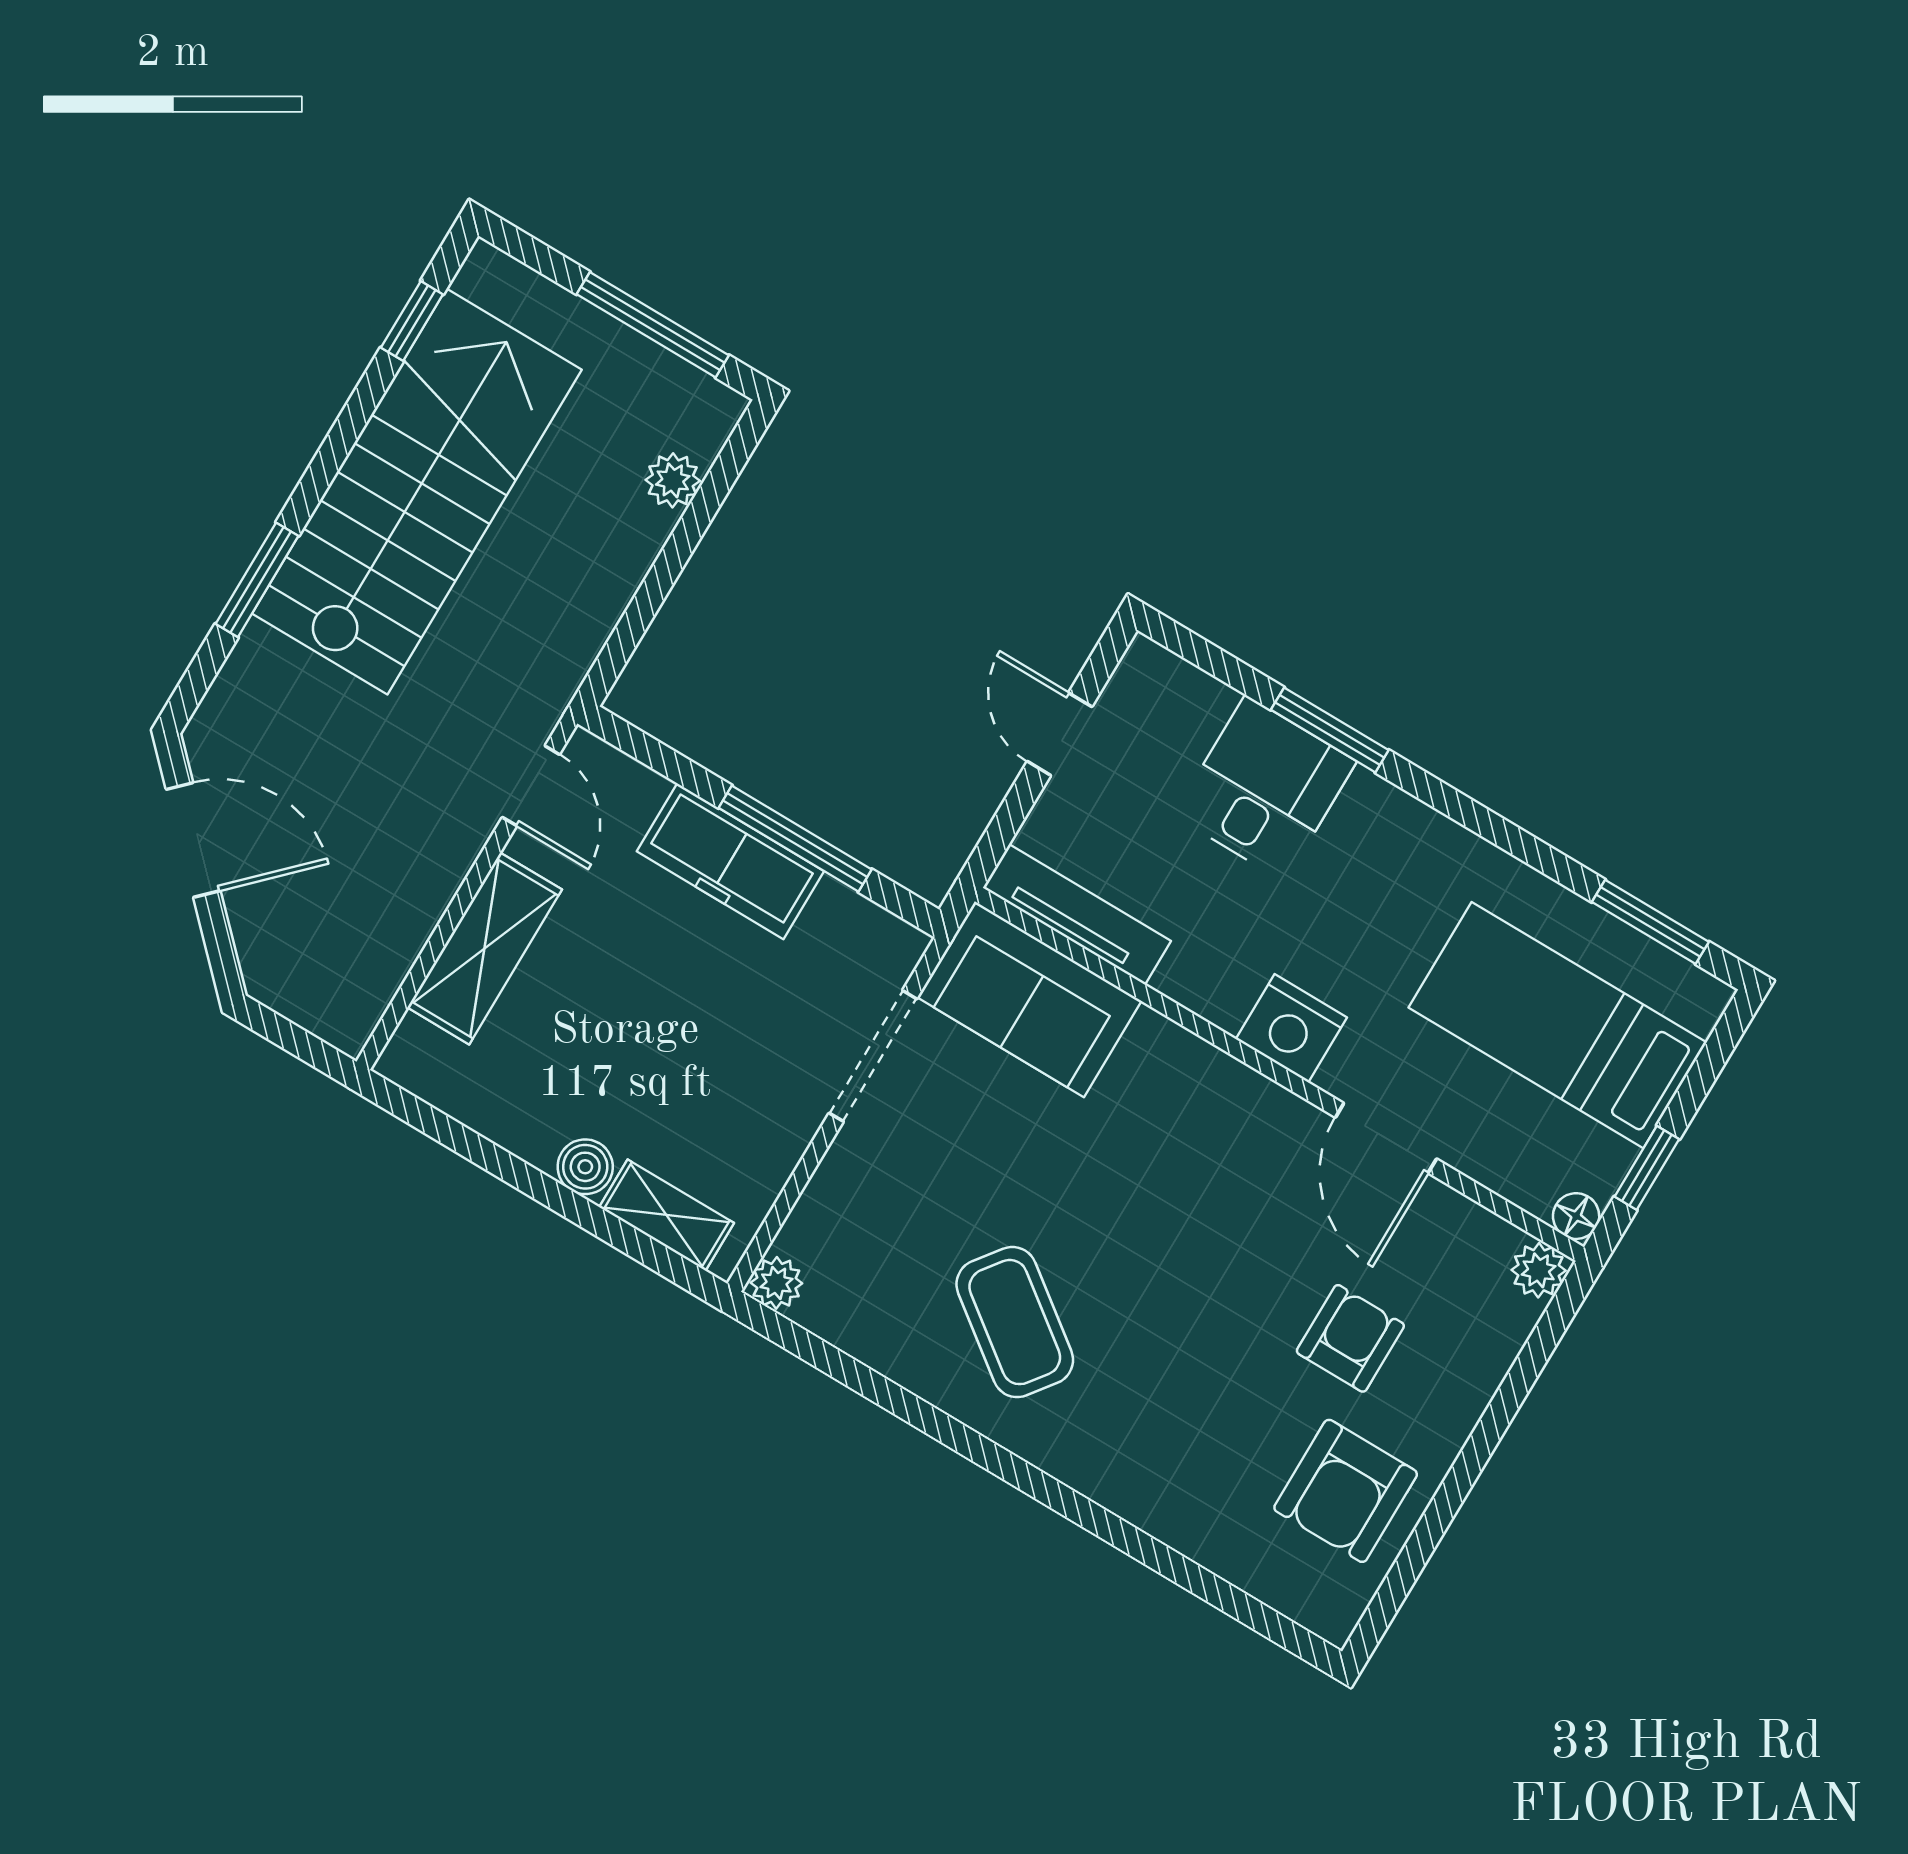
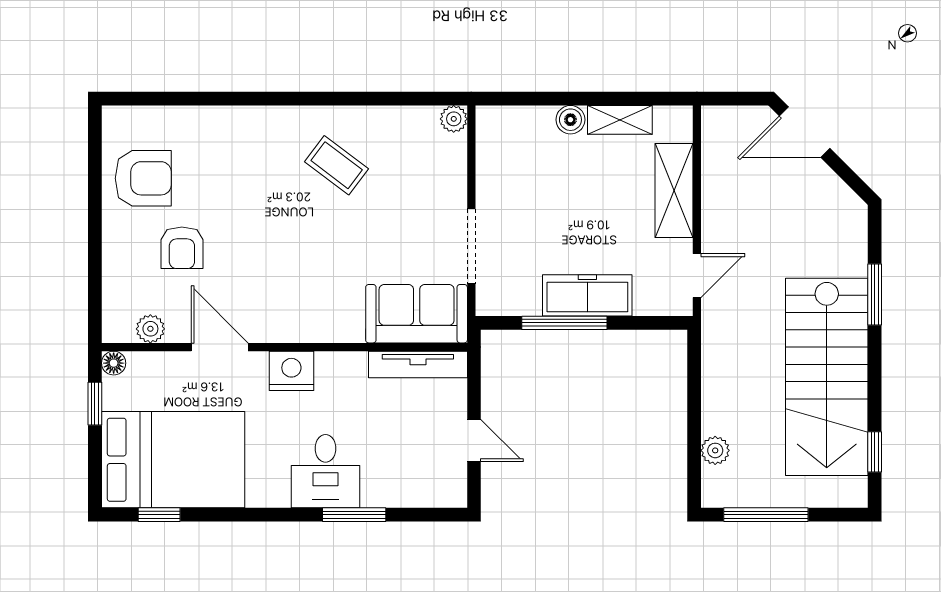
door: (531, 786) -> (697, 276), swing flipped
desk: (1265, 788) -> (325, 471), moved
door: (193, 840) -> (805, 132), moved
window: (1650, 922) -> (159, 515), width x0.67
bed: (1558, 1025) -> (173, 460), width x1.50
shelving: (667, 1215) -> (620, 120), moved
plant: (1539, 1270) -> (150, 329), moved
coffee table: (1015, 1322) -> (337, 165), width x0.73, depth x0.77
armchair: (1346, 1491) -> (143, 178), turned 90

